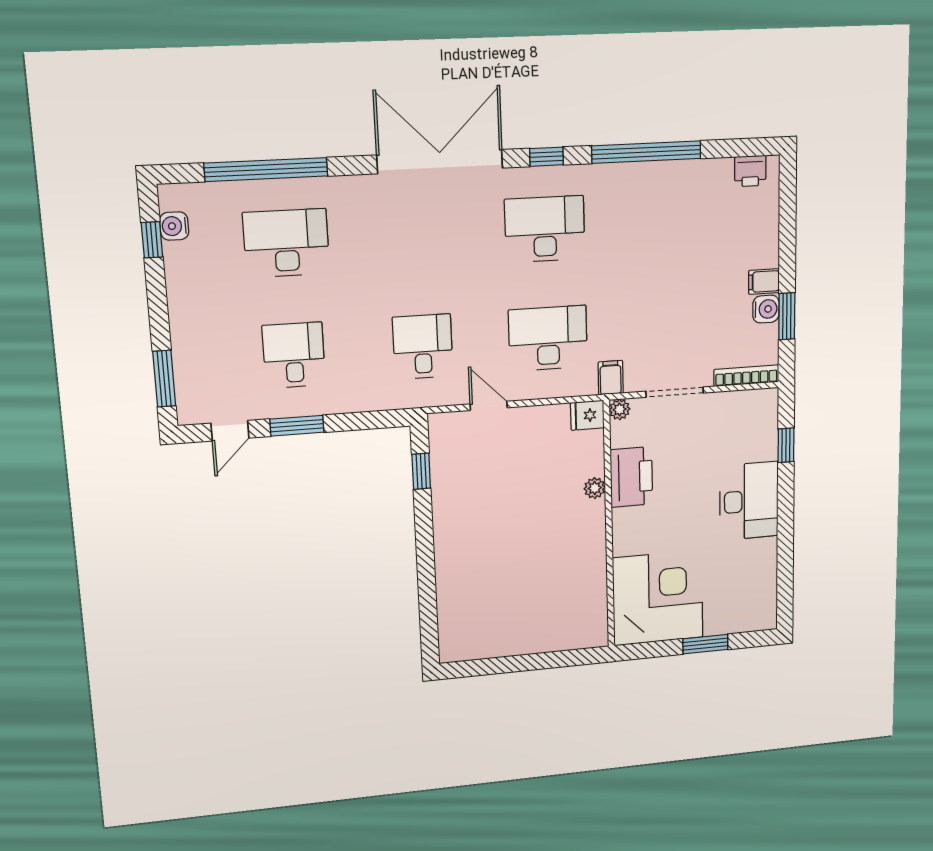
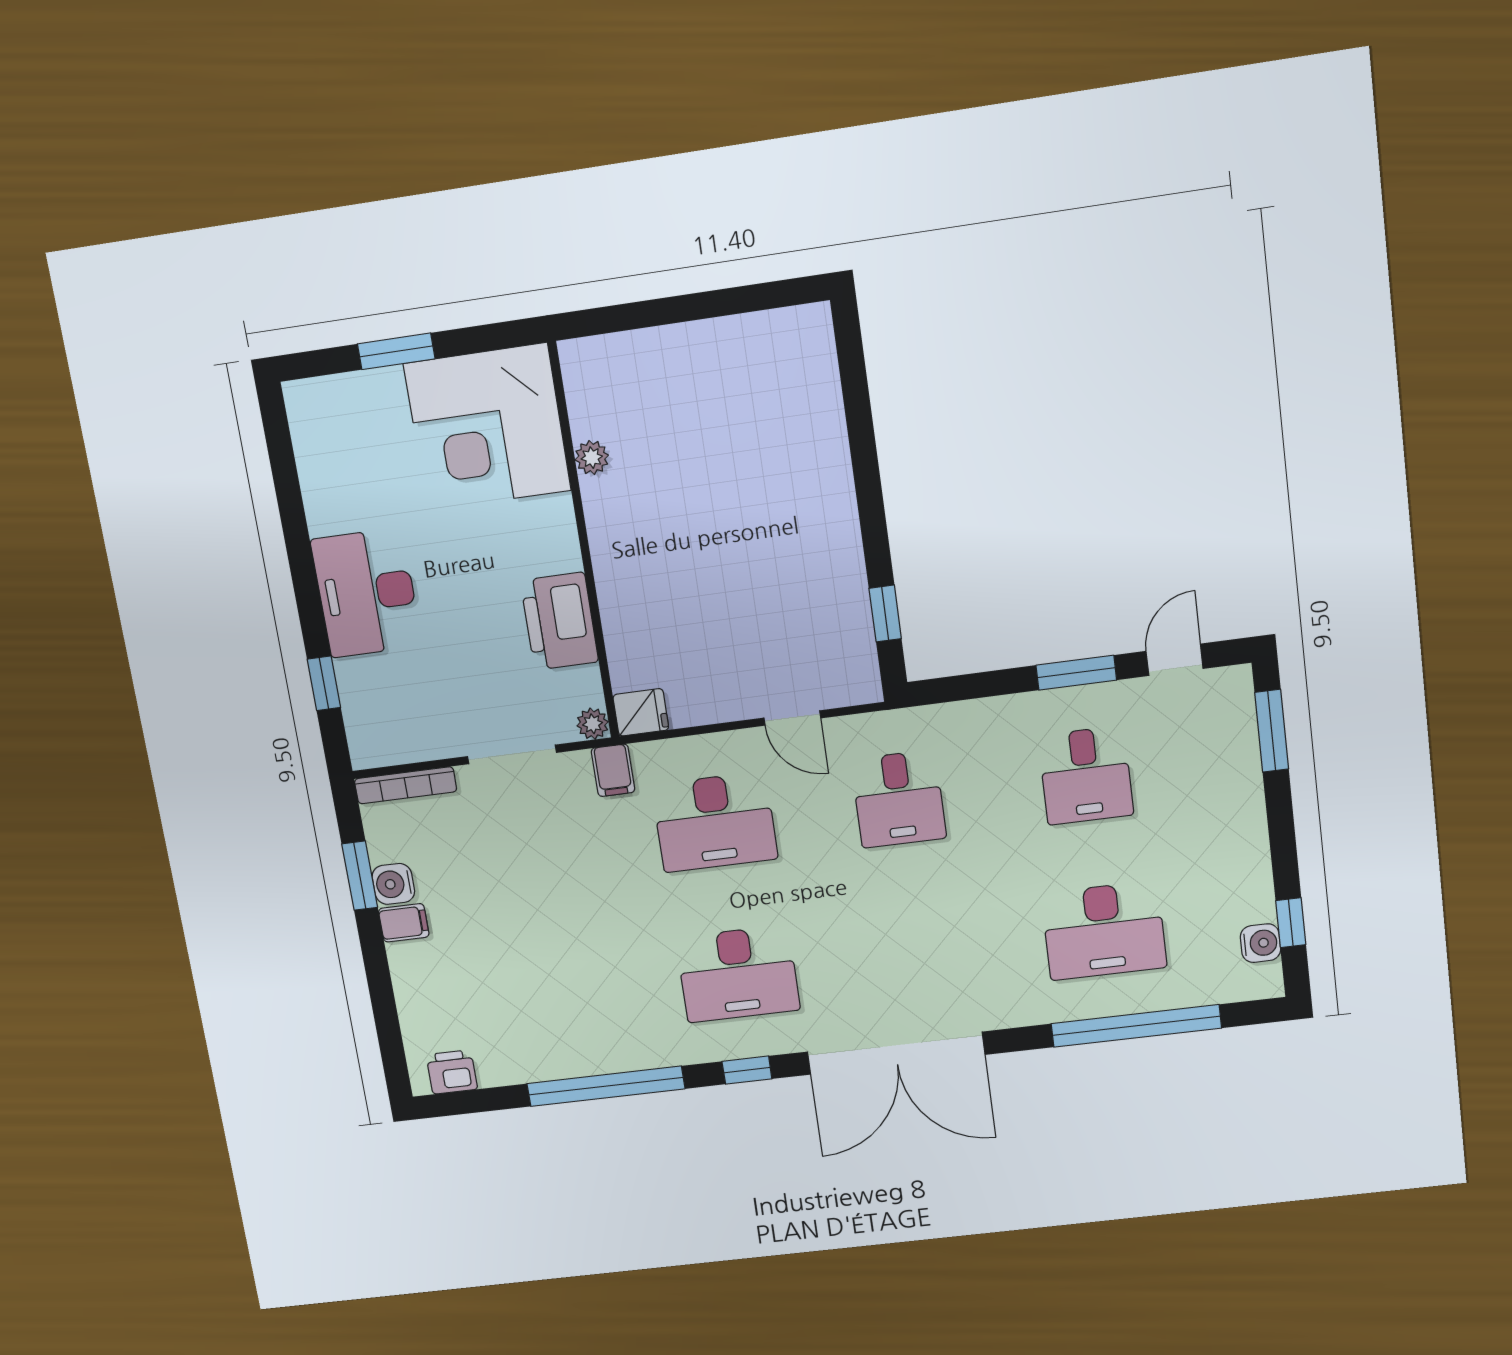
plant: (595, 488) -> (592, 458), moved

